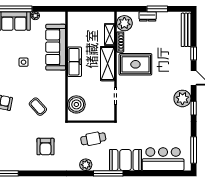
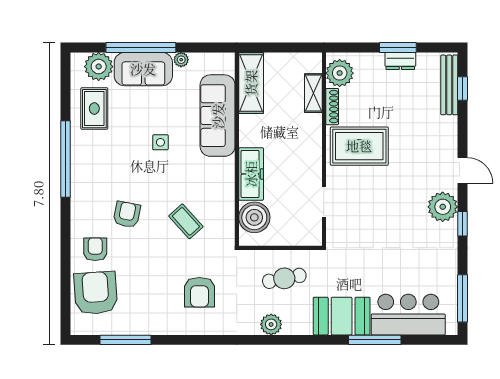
dresser: (148, 16) -> (400, 61), moved
window: (194, 53) -> (462, 89), moved
freezer: (75, 62) -> (251, 174), moved
shelving: (108, 64) -> (251, 83), moved
window: (108, 173) -> (375, 340), moved

